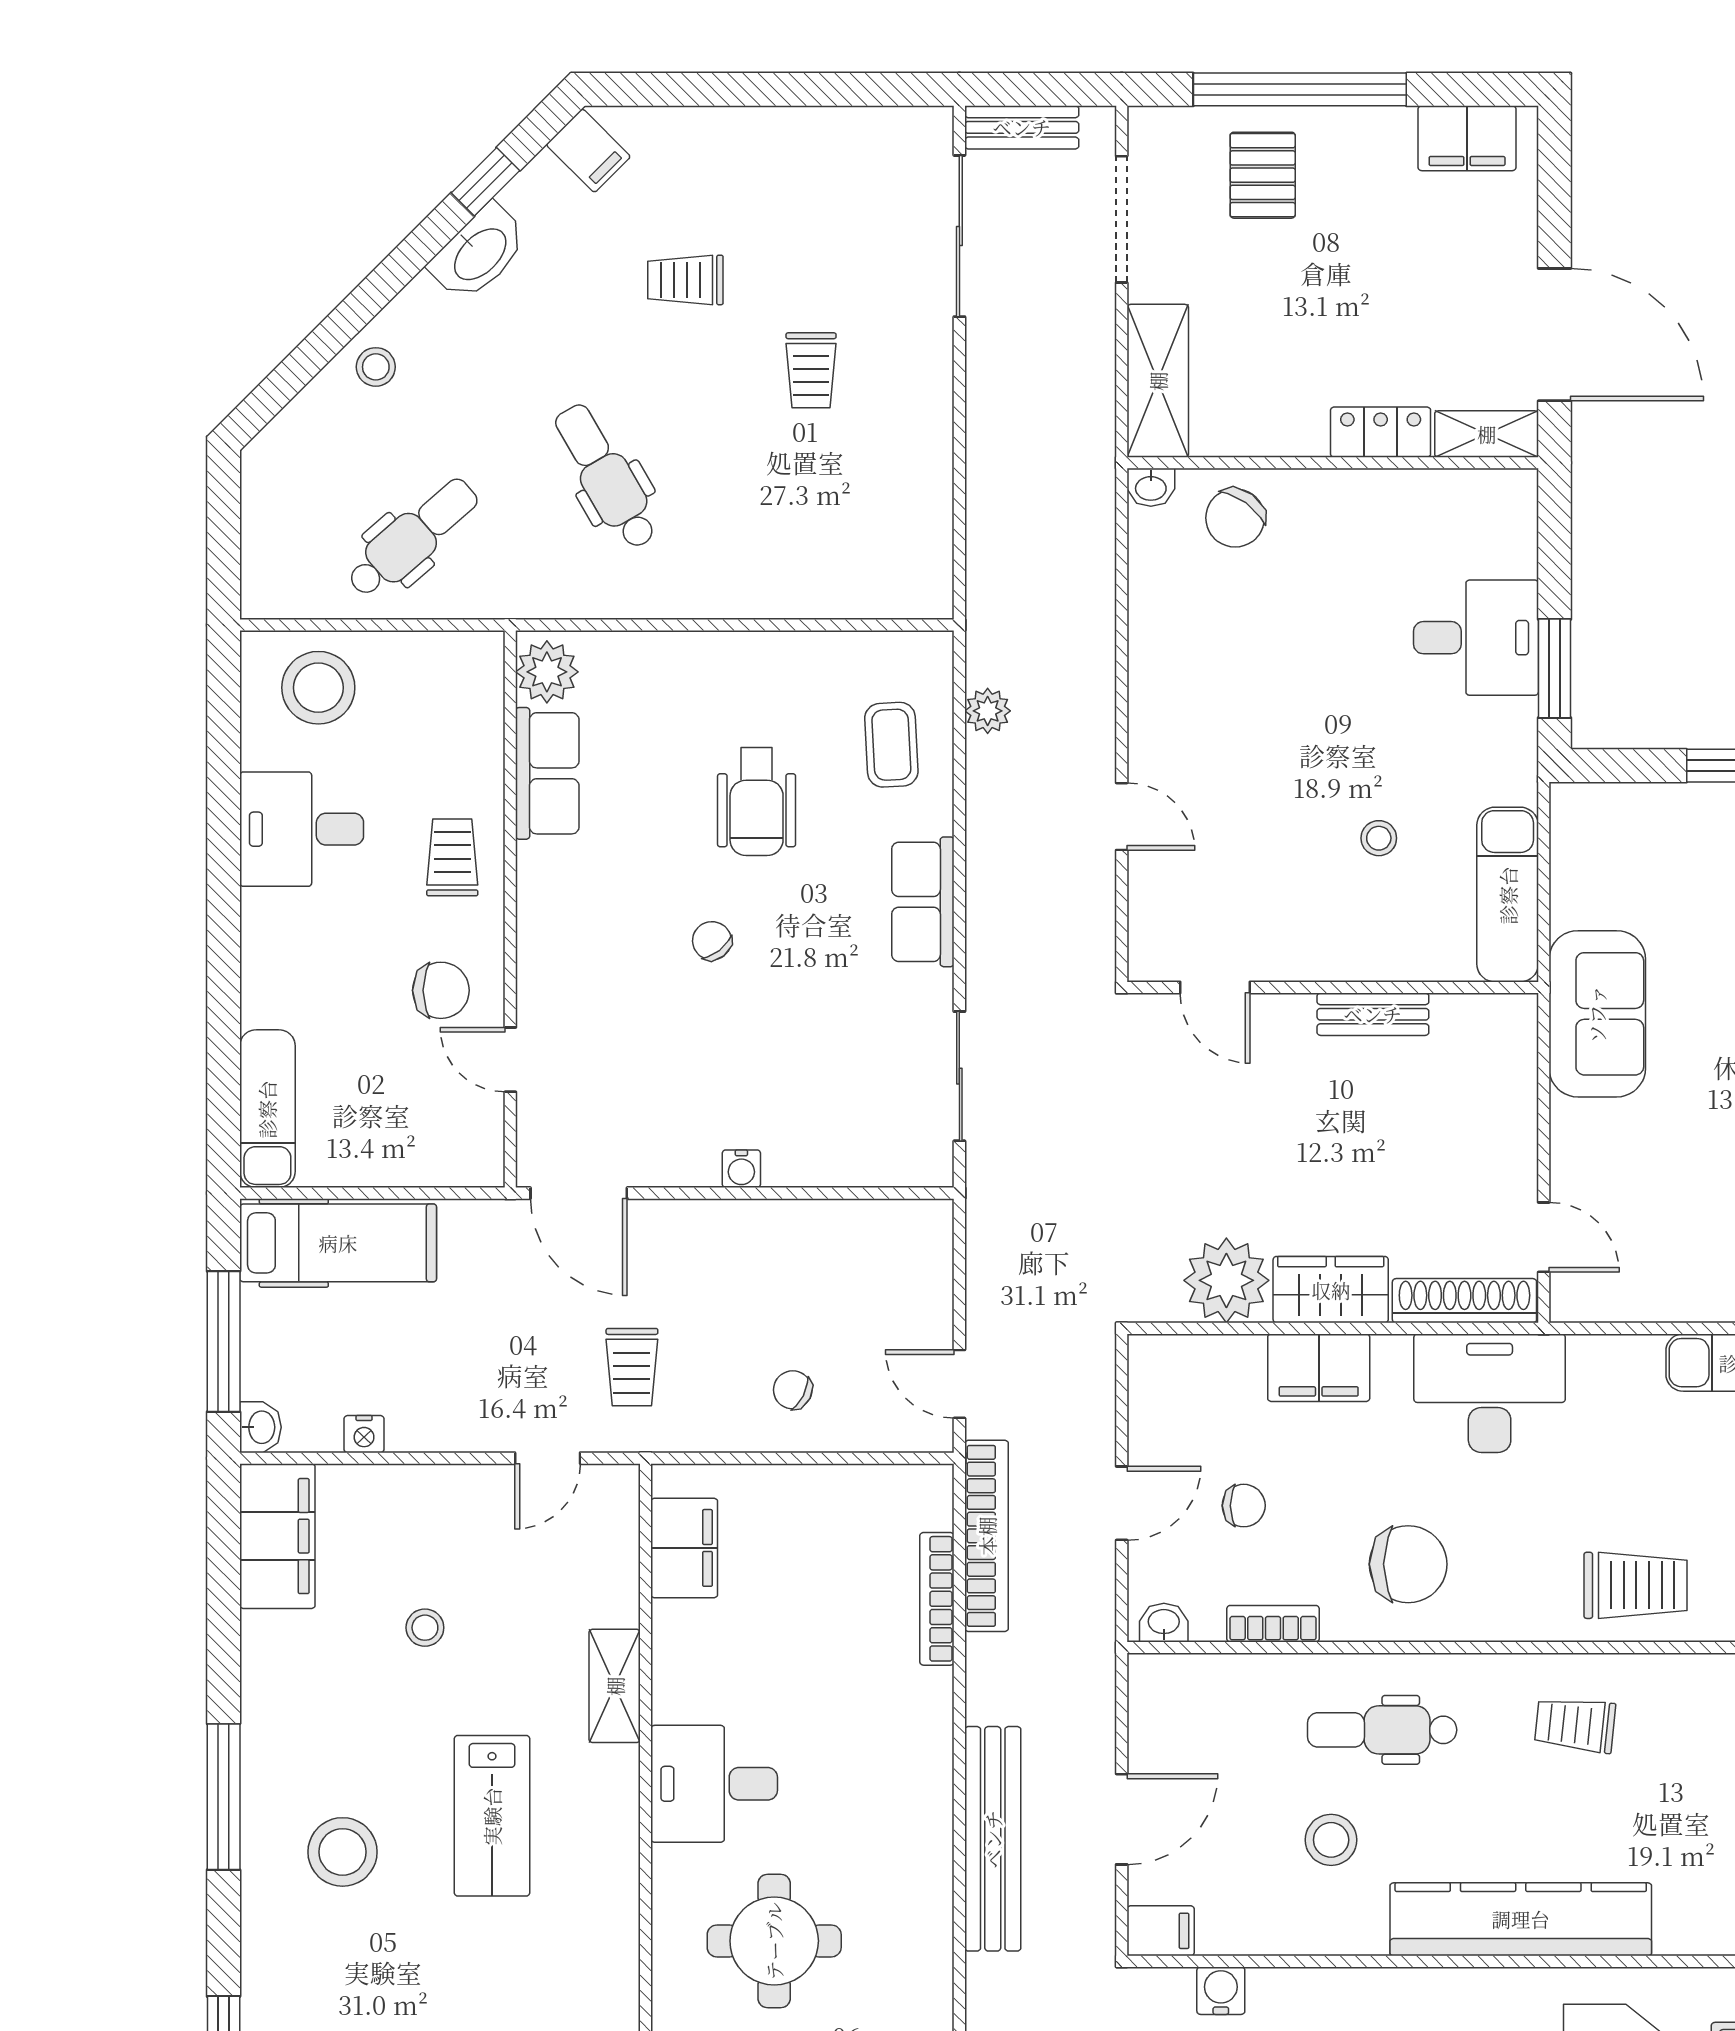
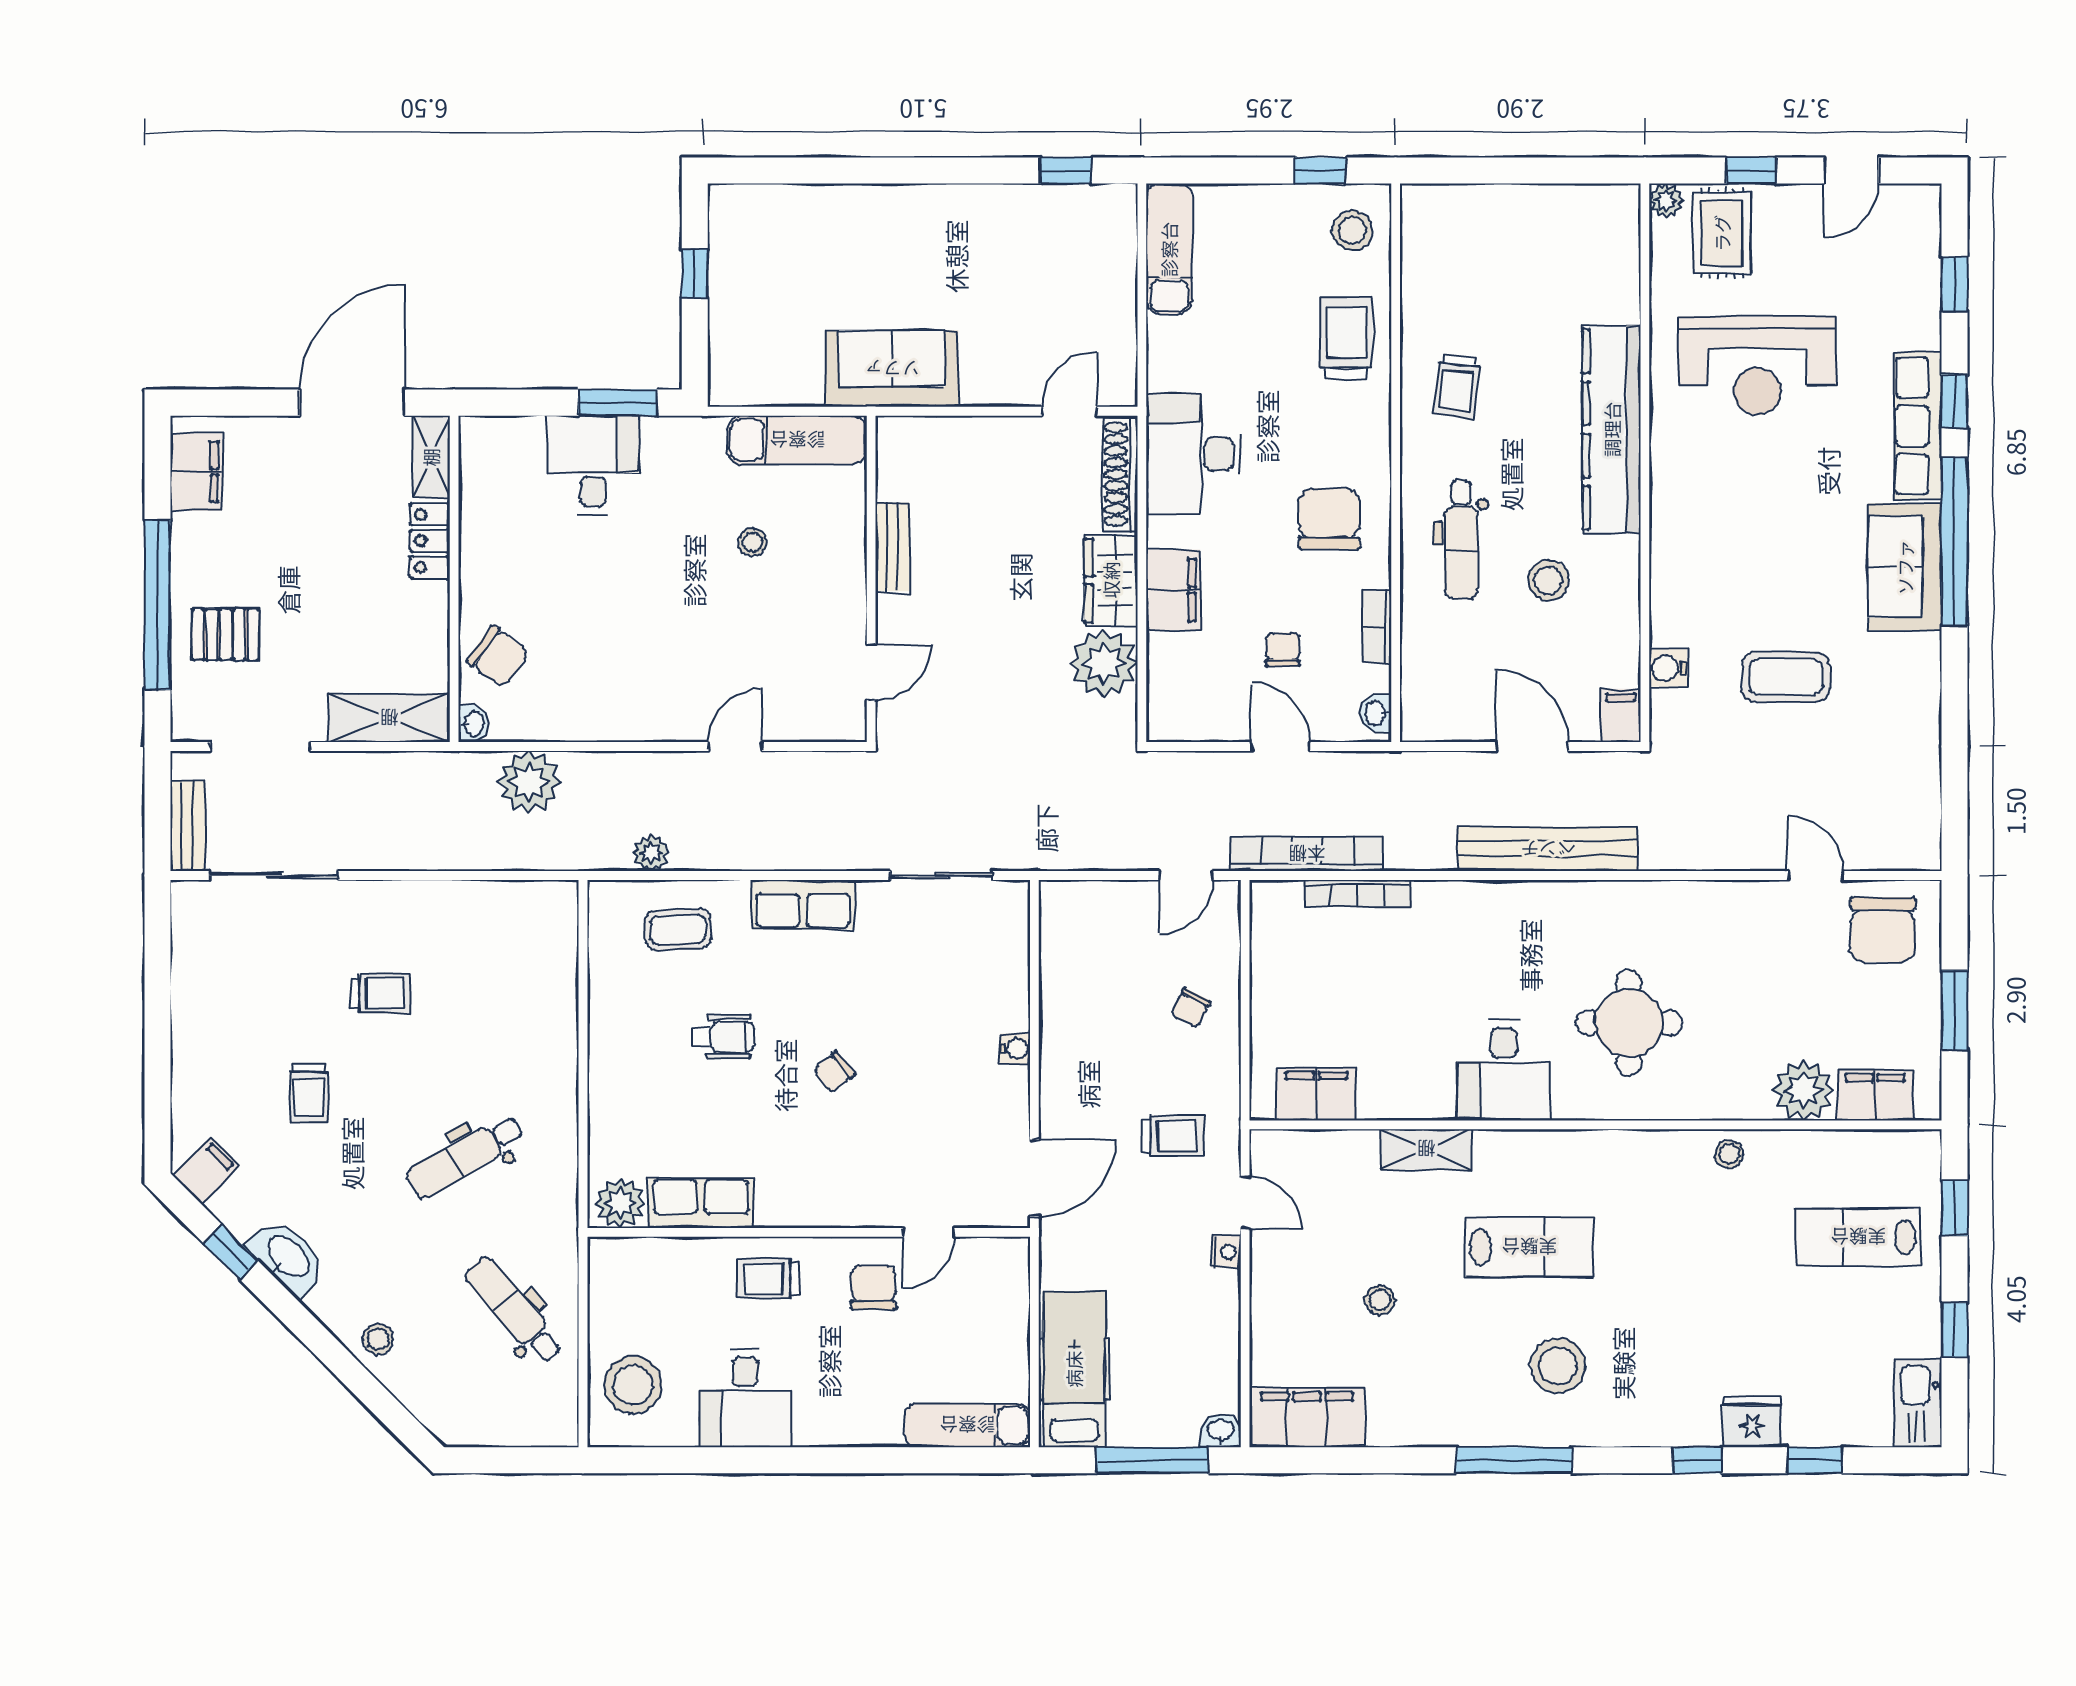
plant: (1077, 557) -> (529, 782), added
wheelchair: (757, 802) -> (723, 1037), width x0.73, depth x0.73
nightstand: (364, 1434) -> (1226, 1252), moved

